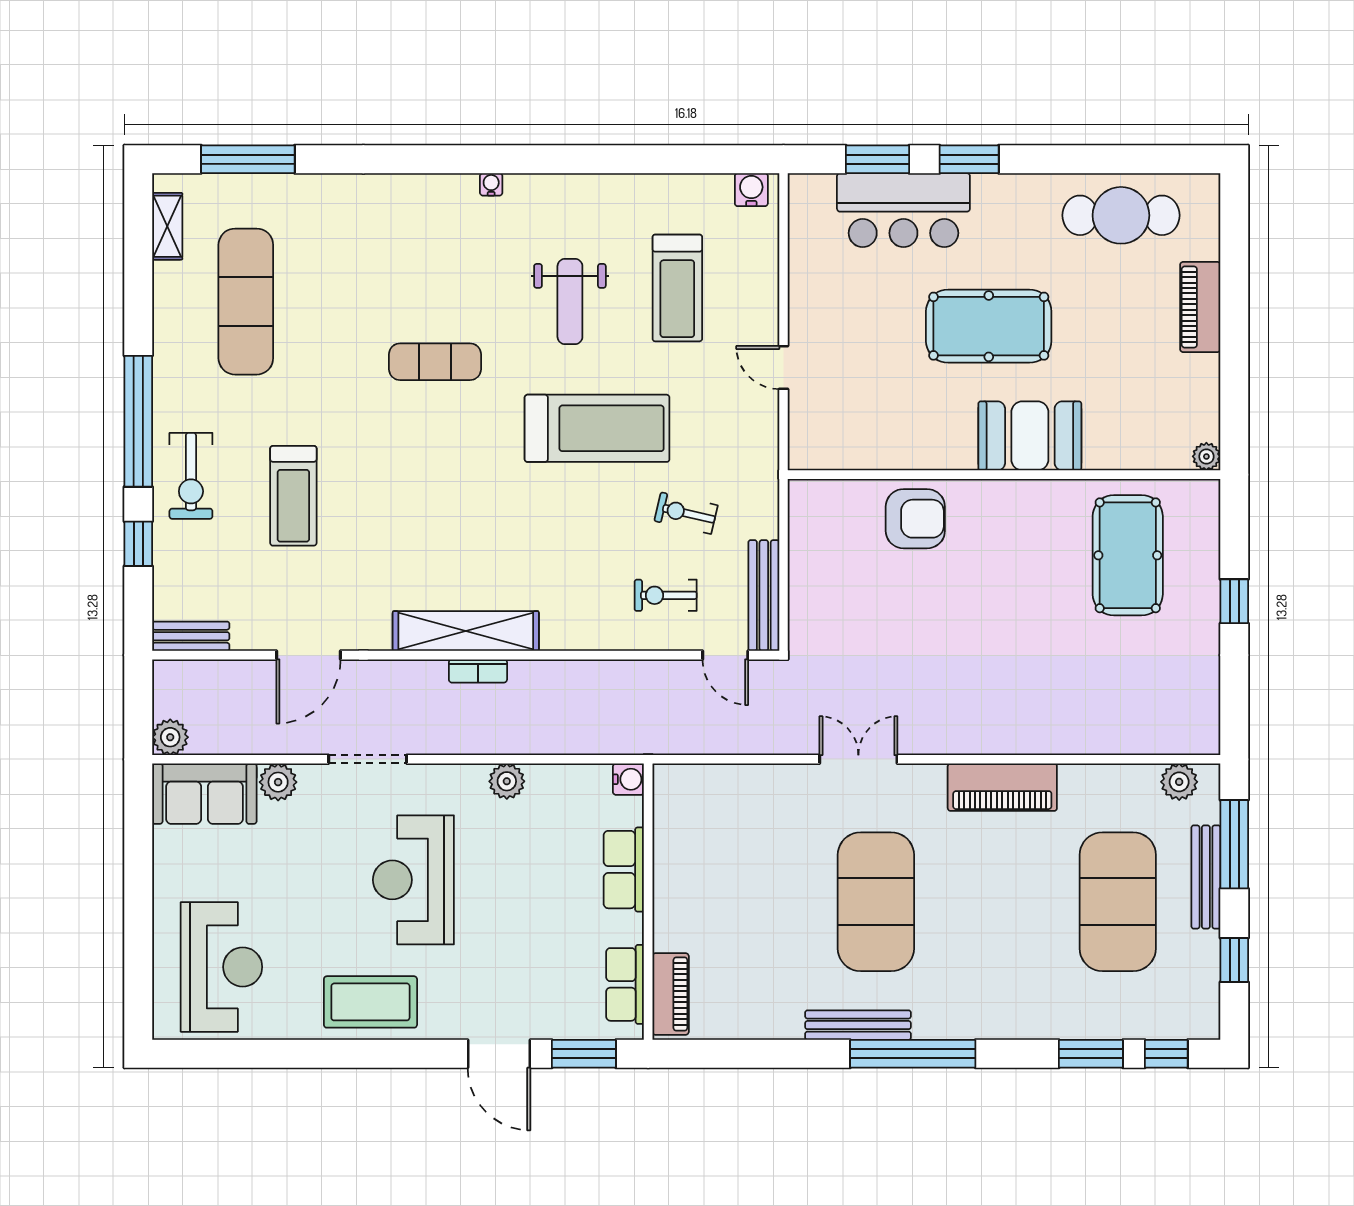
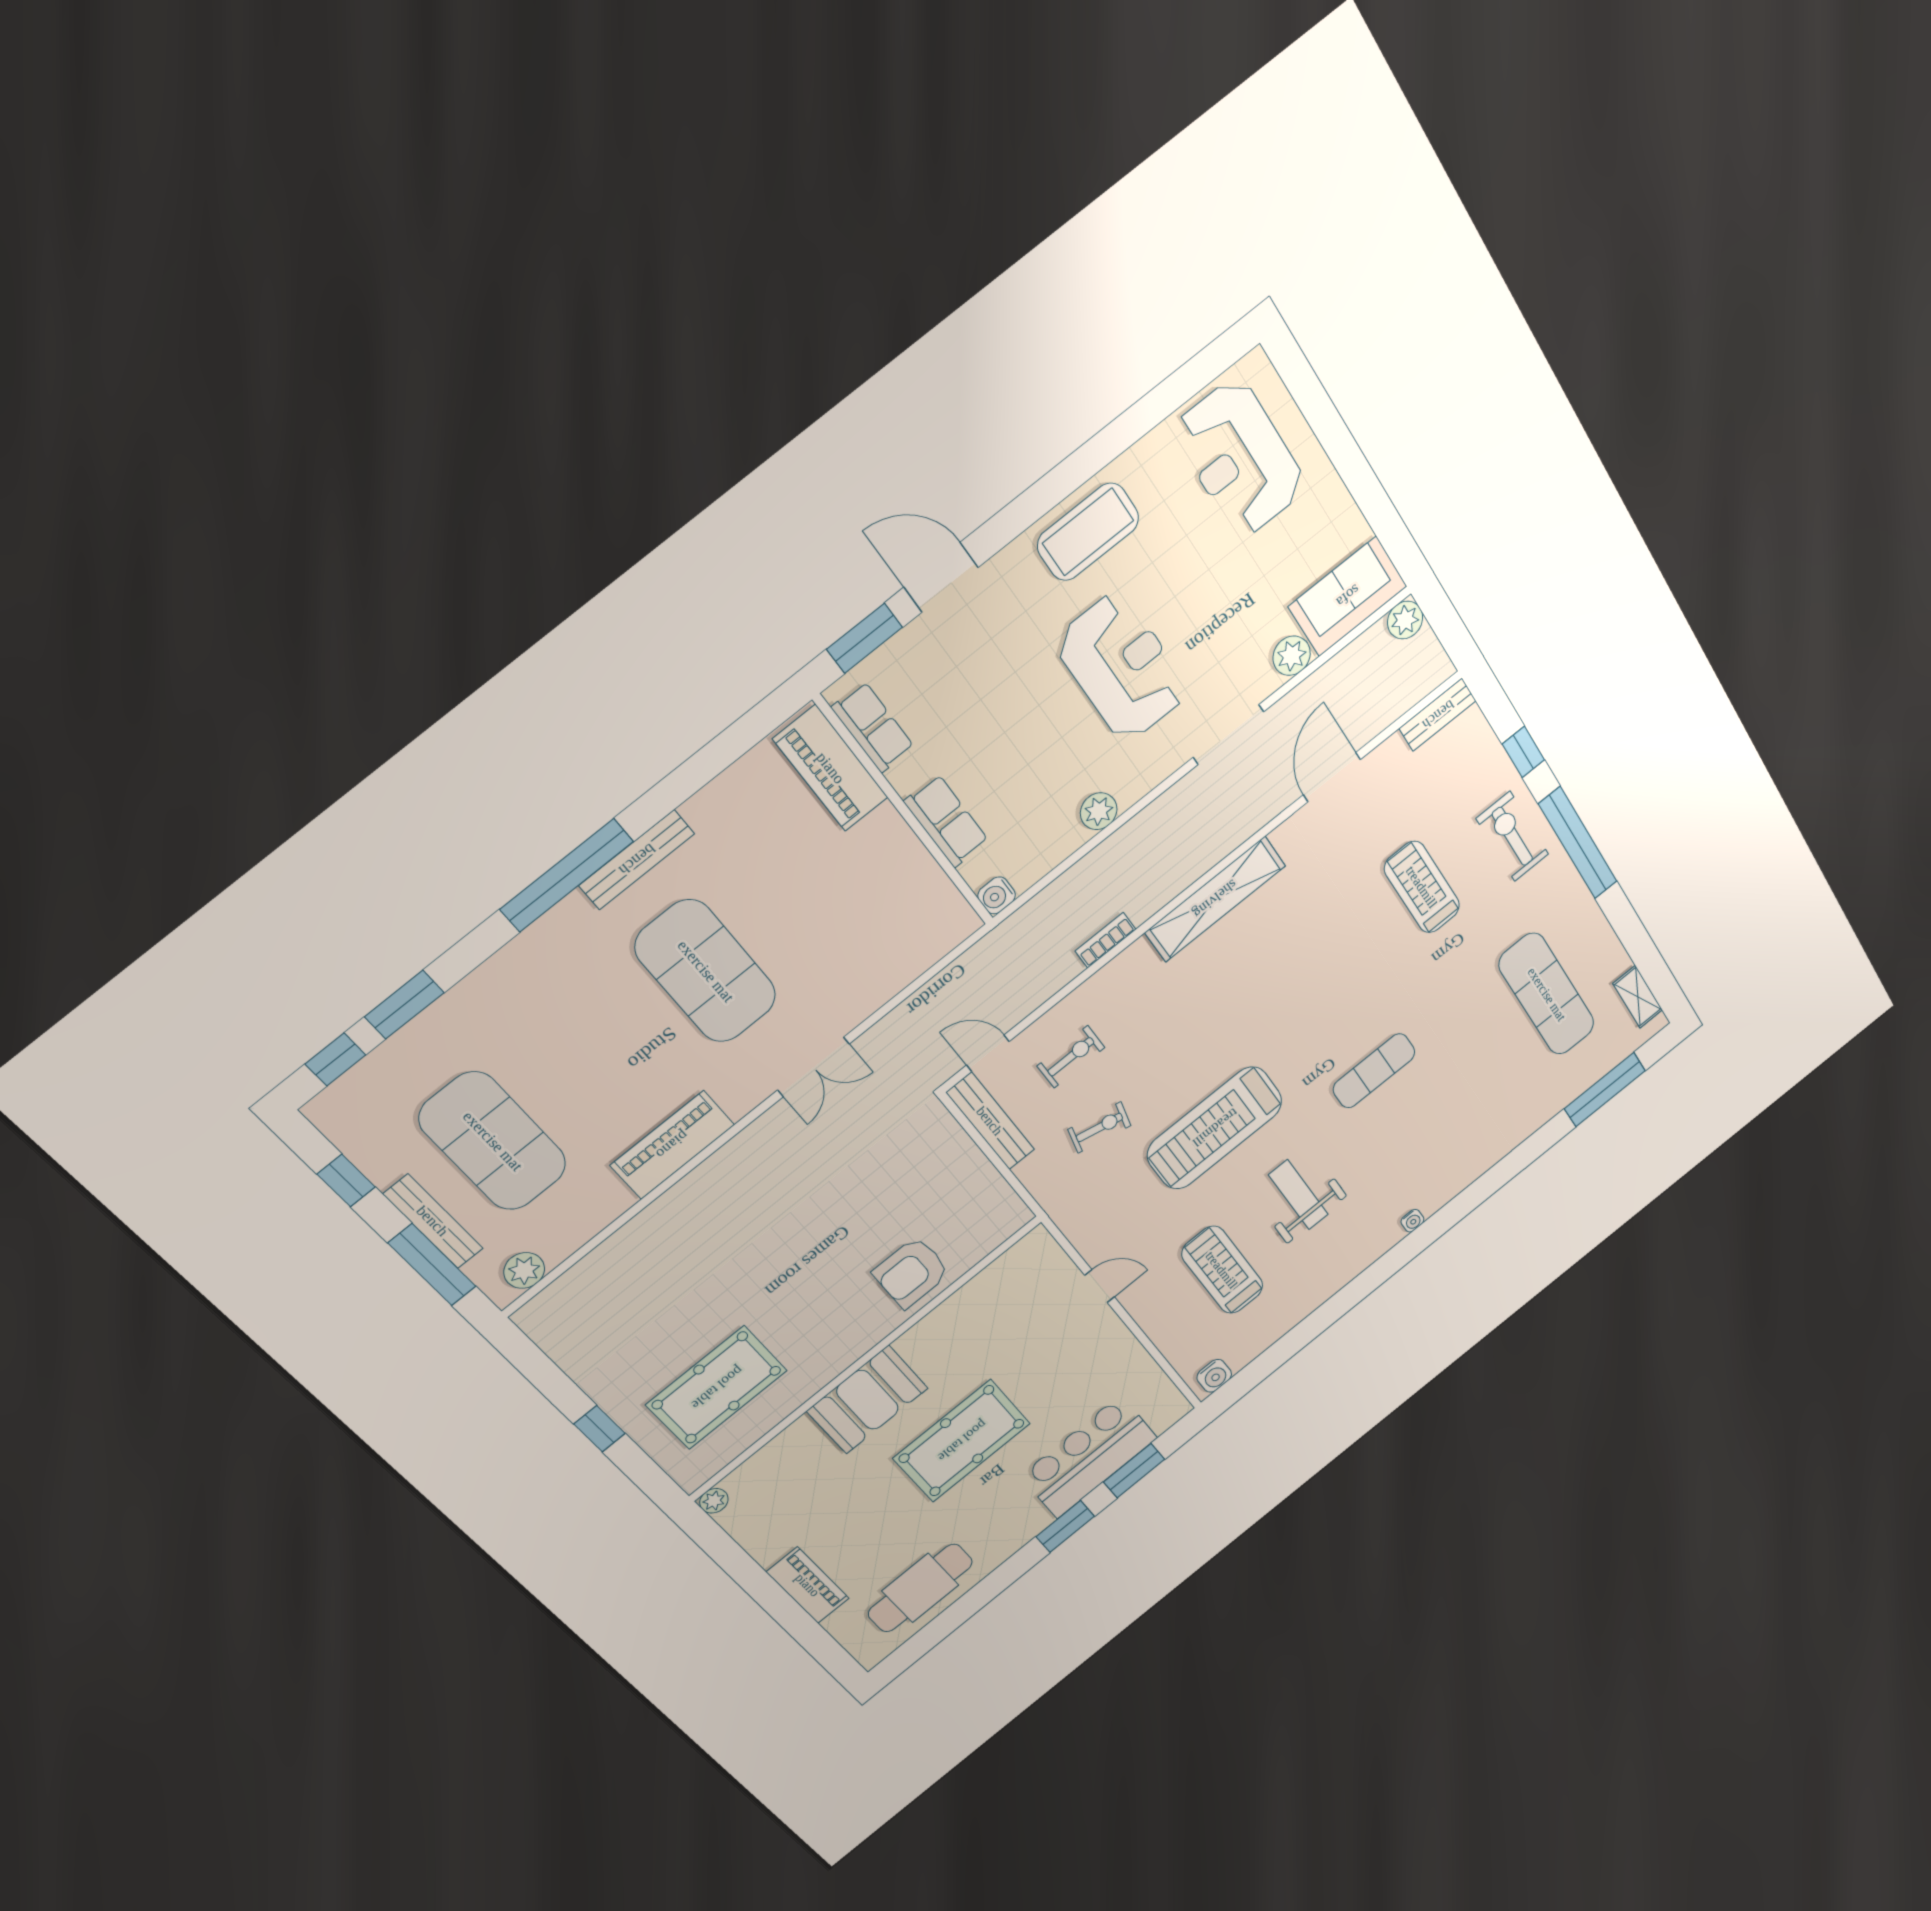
pool table: (1128, 555) -> (717, 1388), turned 90
bookcase: (478, 671) -> (1106, 940), moved
piano: (671, 994) -> (831, 768), width x1.37, depth x1.33

